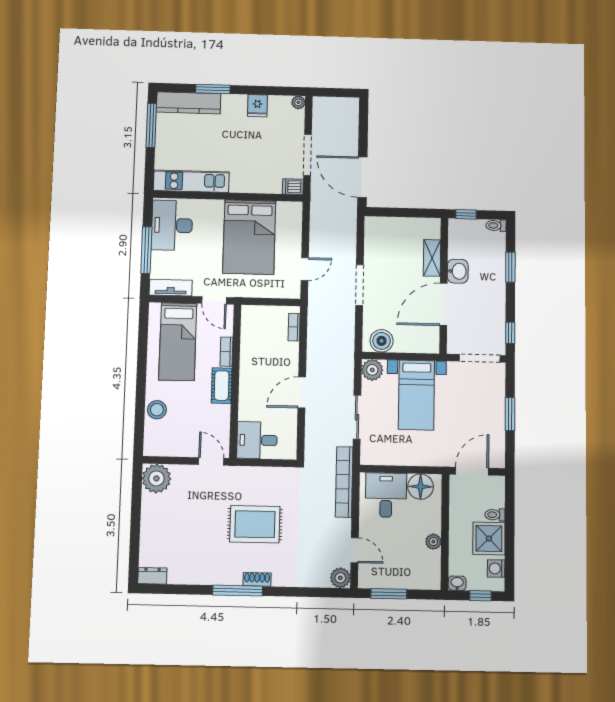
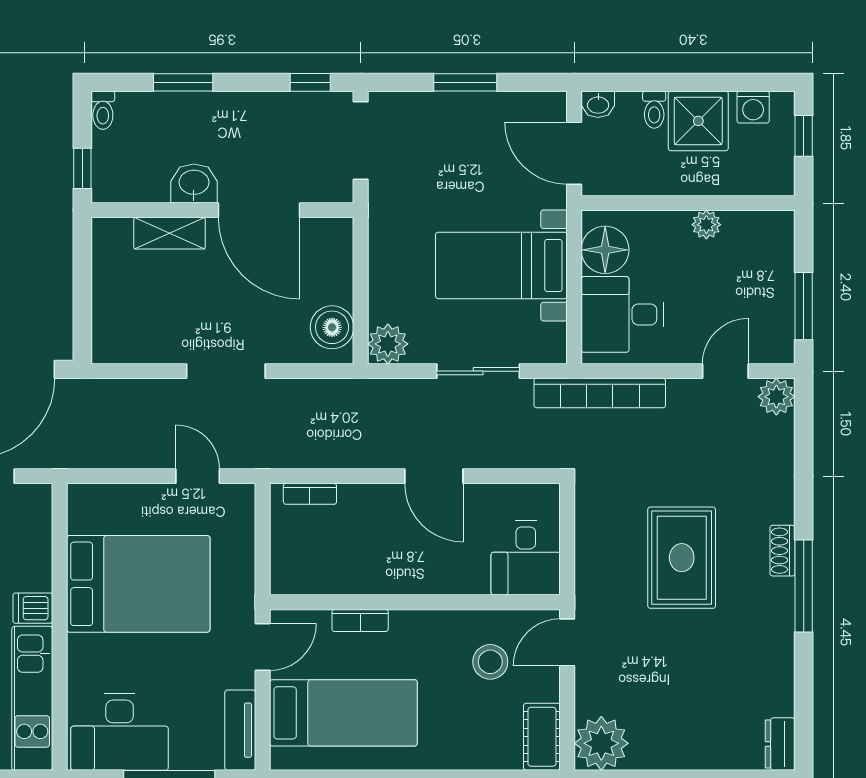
dishwasher: (293, 187) -> (33, 608), moved, turned 90
cot: (222, 386) -> (542, 737), moved, turned 90
bed with nightstands: (416, 395) -> (501, 265), moved, turned 180
stool: (157, 410) -> (490, 662), moved
washbasin: (457, 583) -> (598, 104), moved, turned -90

